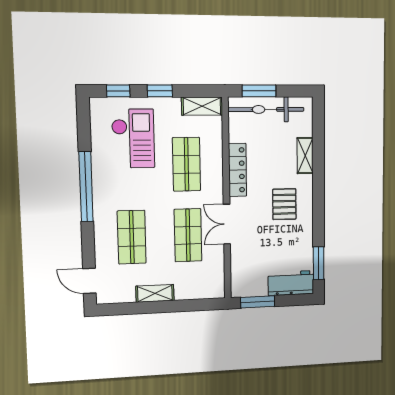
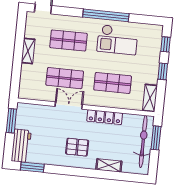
checkout: (133, 138) -> (117, 40), moved

